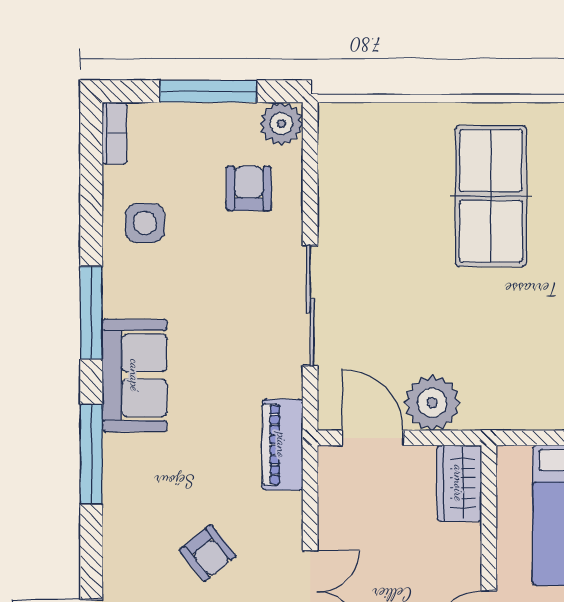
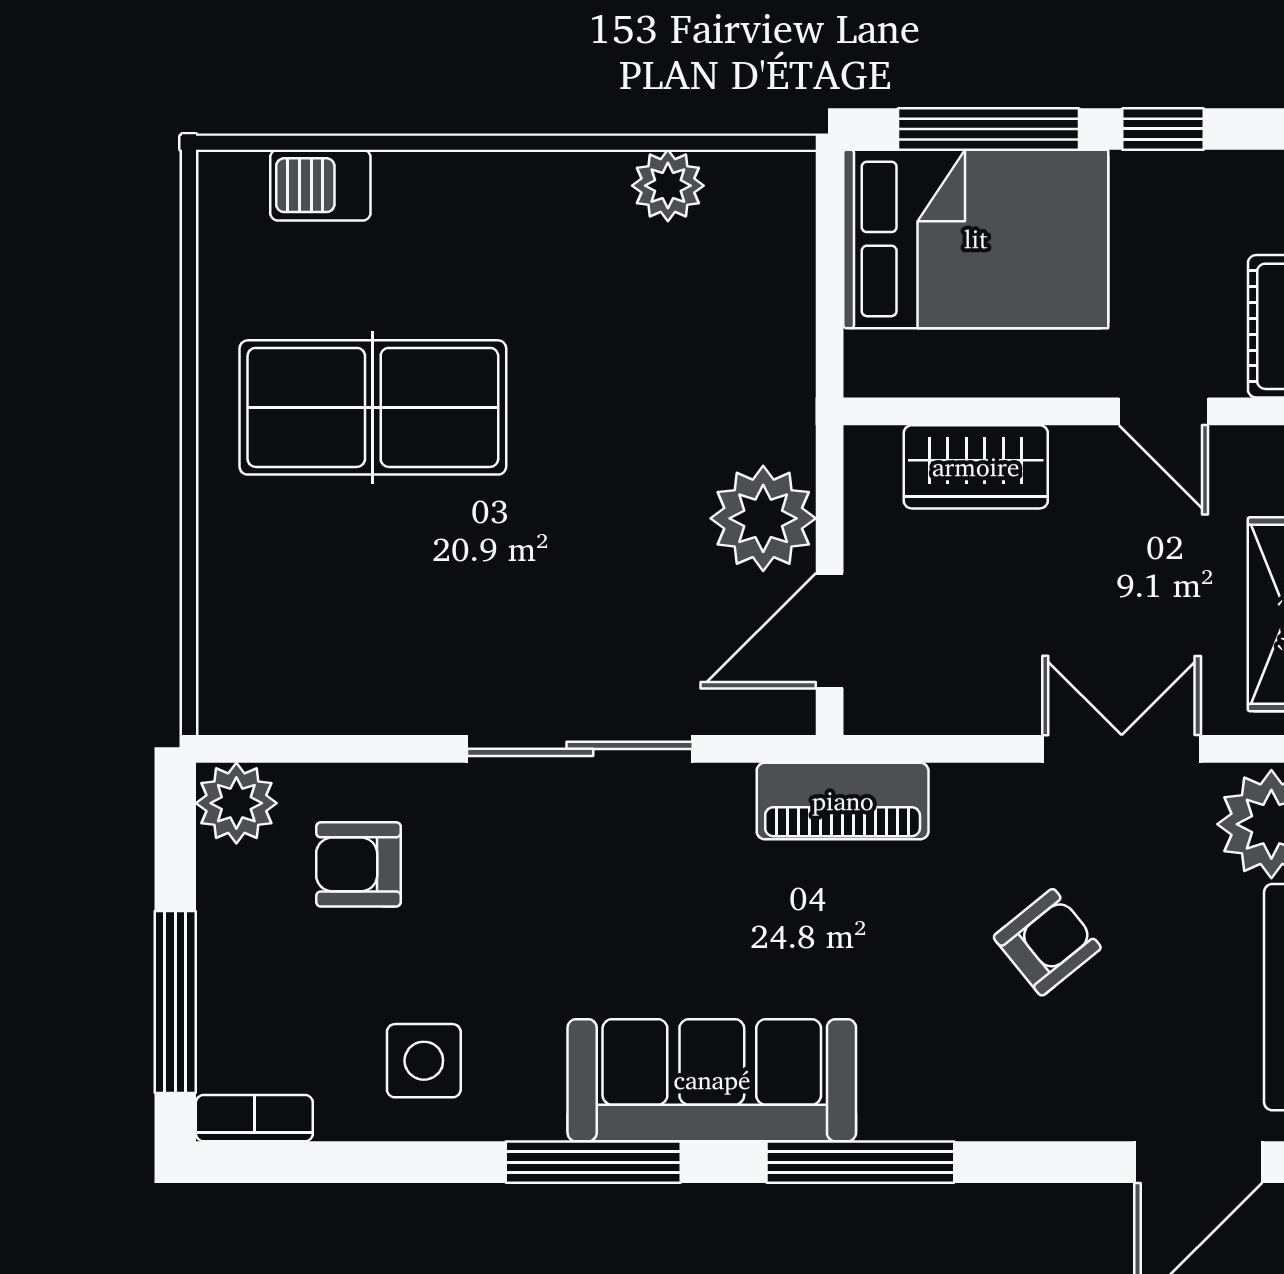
window: (208, 91) -> (175, 1002), moved
sofa: (135, 375) -> (712, 1080), width x1.36
wardrobe: (459, 483) -> (976, 467), moved

